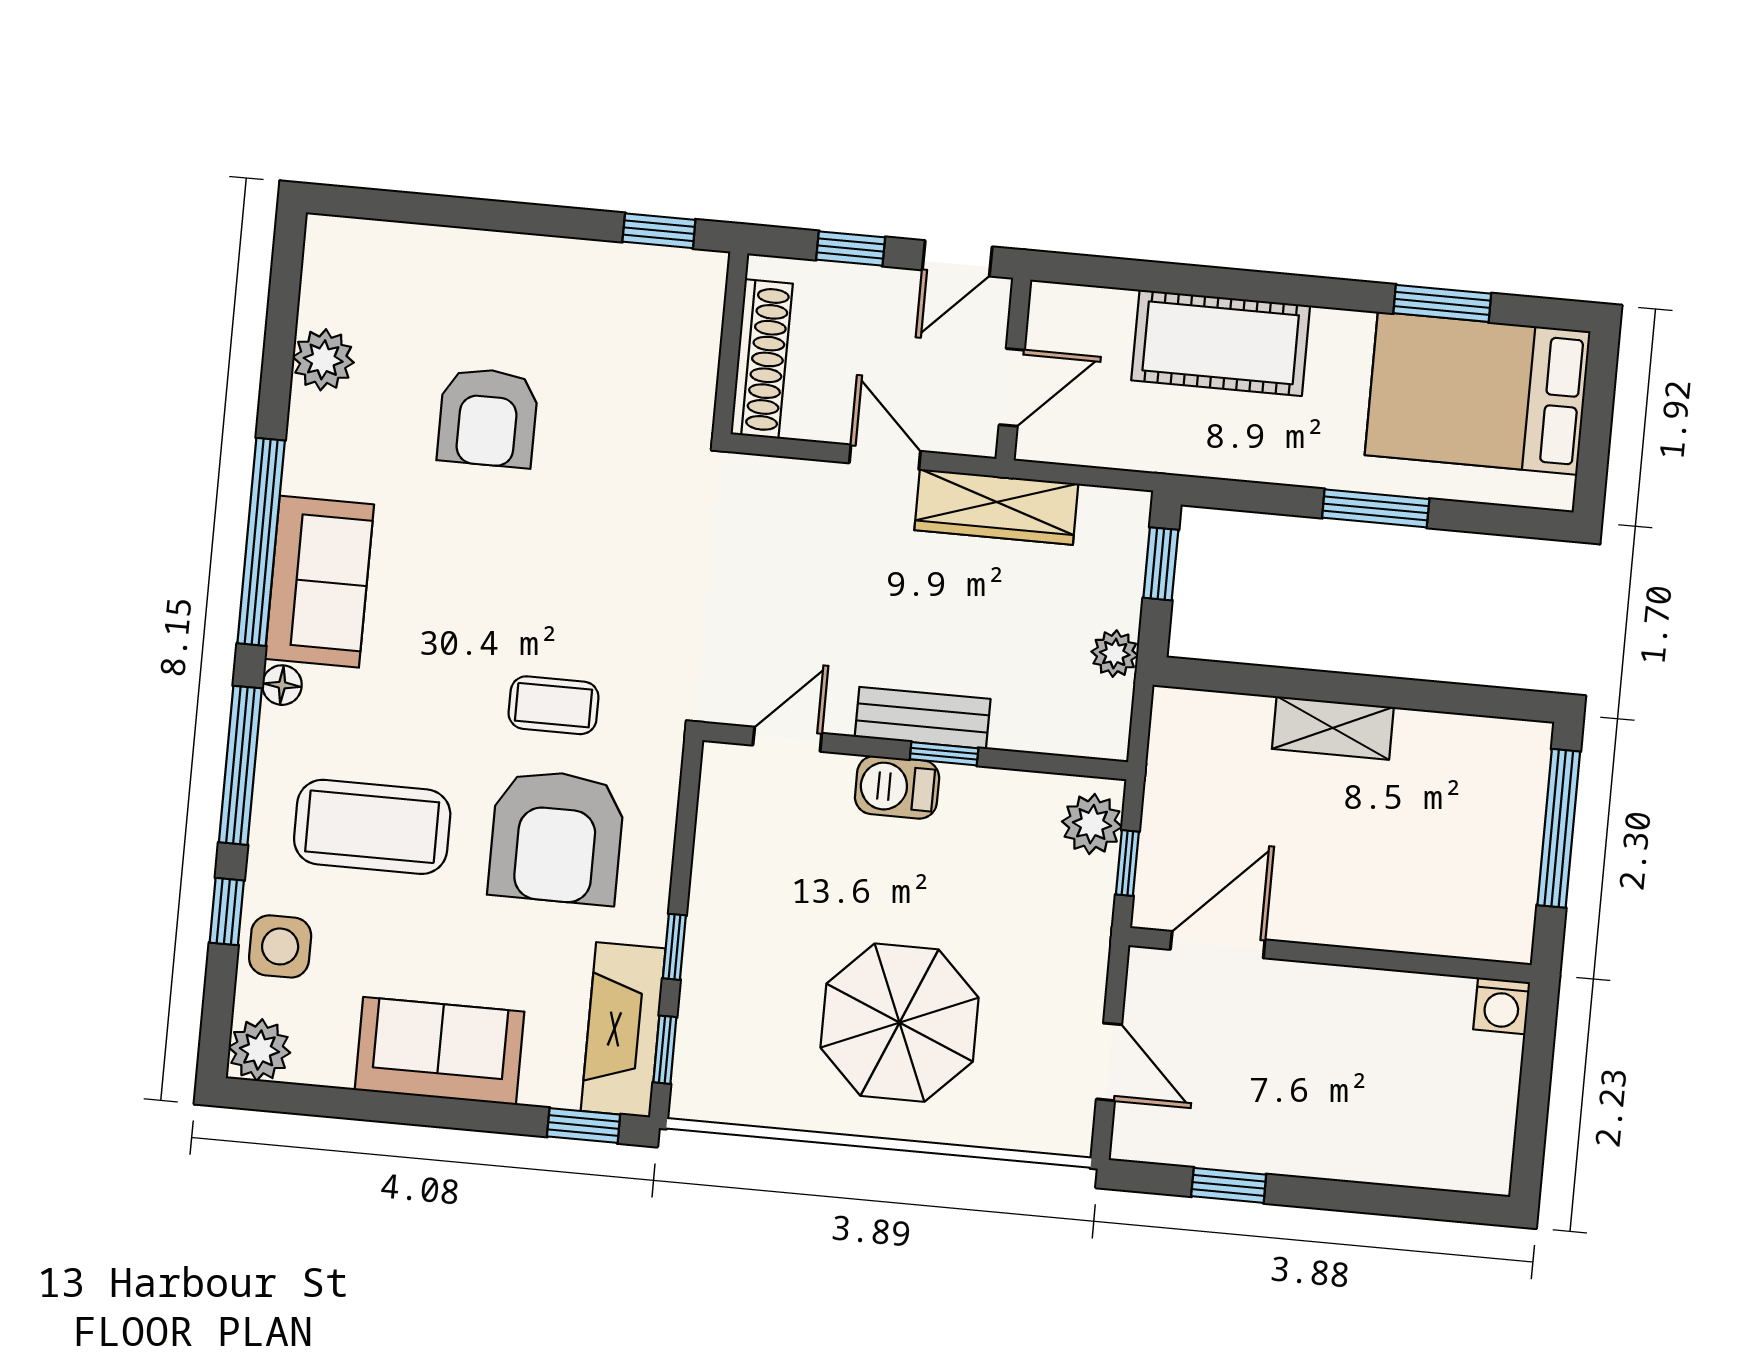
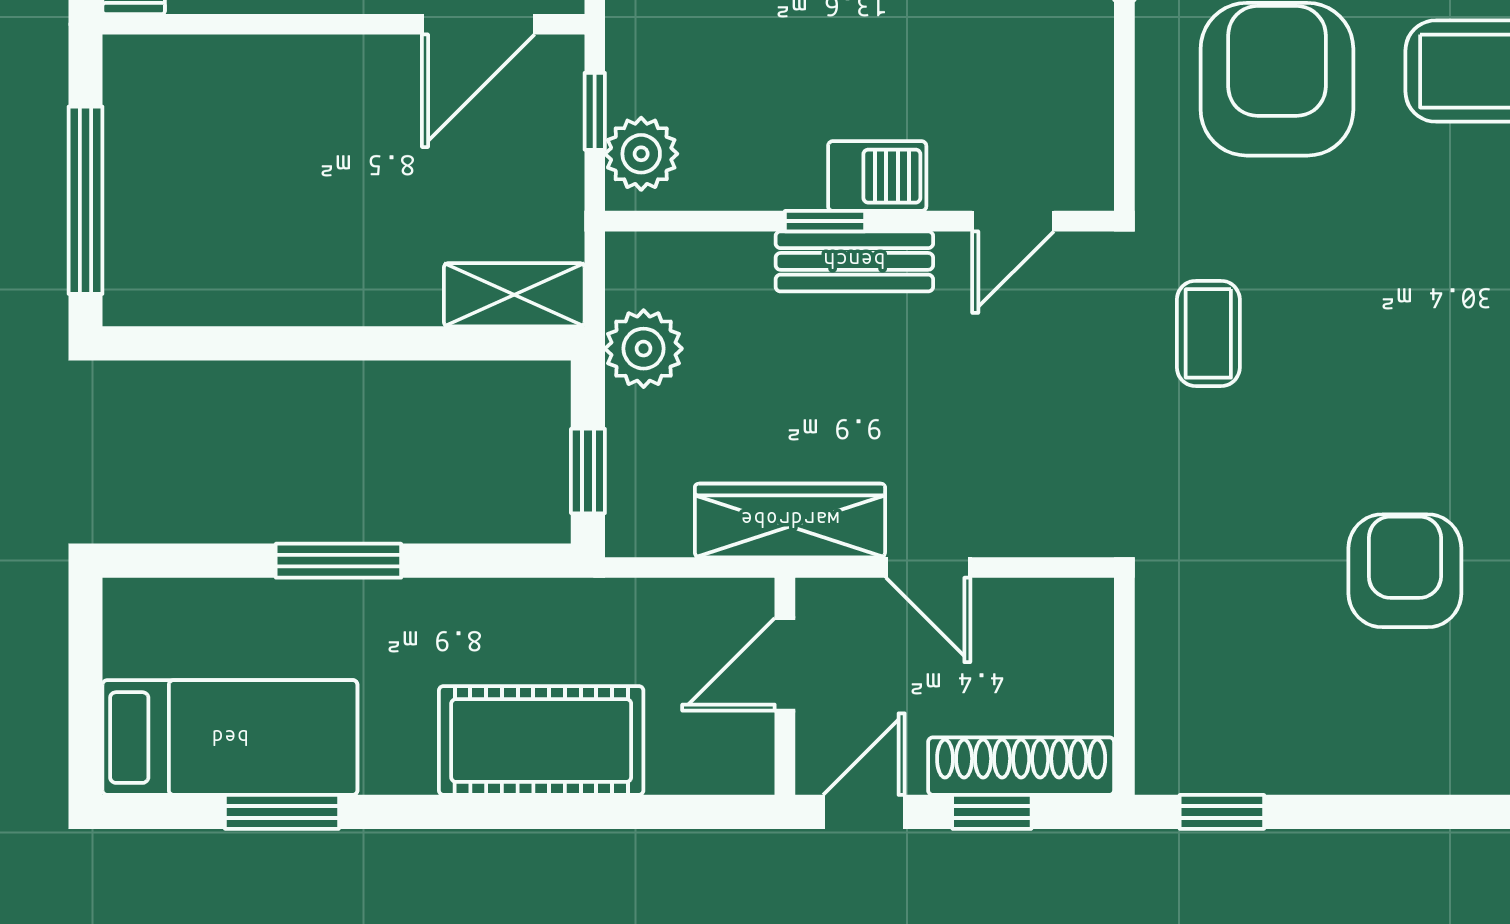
shoe rack: (762, 359) -> (1021, 766), moved, turned 90
bed: (1478, 393) -> (230, 738), width x0.67
plant: (1115, 654) -> (644, 349), width x1.38, depth x1.38
coffee table: (554, 705) -> (1208, 333), moved, turned 90
shelving: (1333, 728) -> (514, 295), moved

